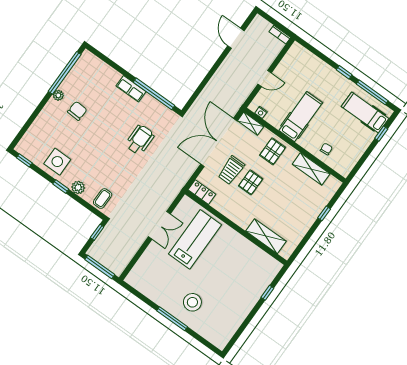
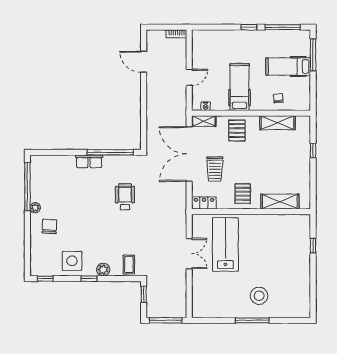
chair: (77, 111) -> (49, 226), moved
hospital bed: (365, 112) -> (288, 66), moved
window: (381, 134) -> (313, 55), width x2.17
pallet: (251, 182) -> (243, 194), moved

